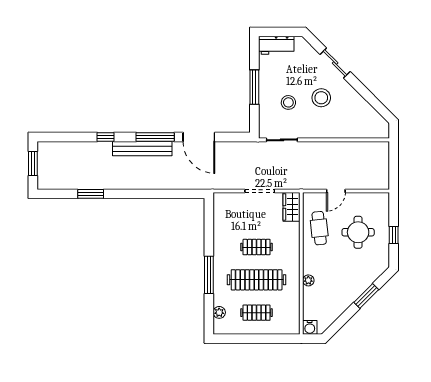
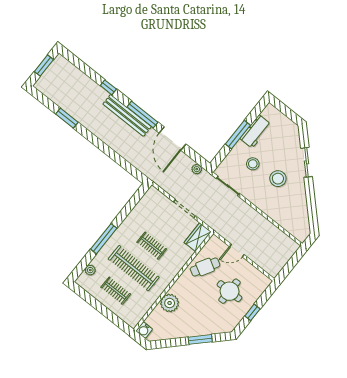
workbench: (276, 45) -> (255, 131), moved, turned -90
plant: (242, 147) -> (197, 169), added
cafe table: (319, 228) -> (205, 267), turned 36
plant: (308, 280) -> (170, 303), width x1.88, depth x1.88

